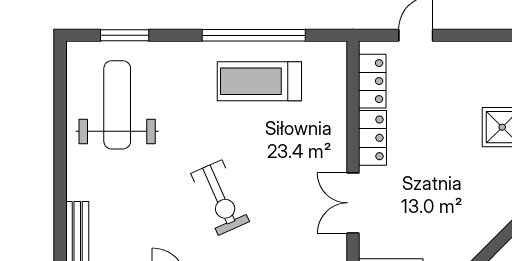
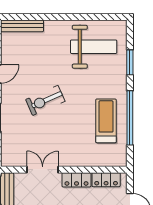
window: (125, 35) -> (130, 62), moved

